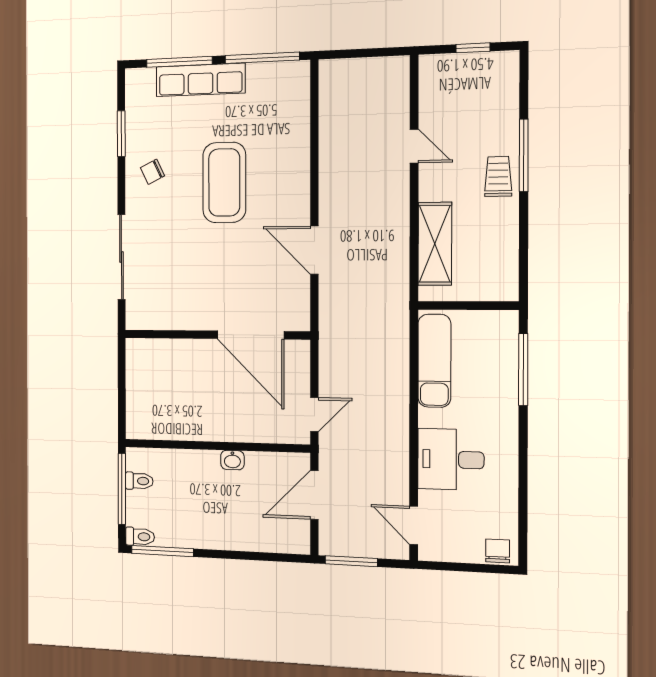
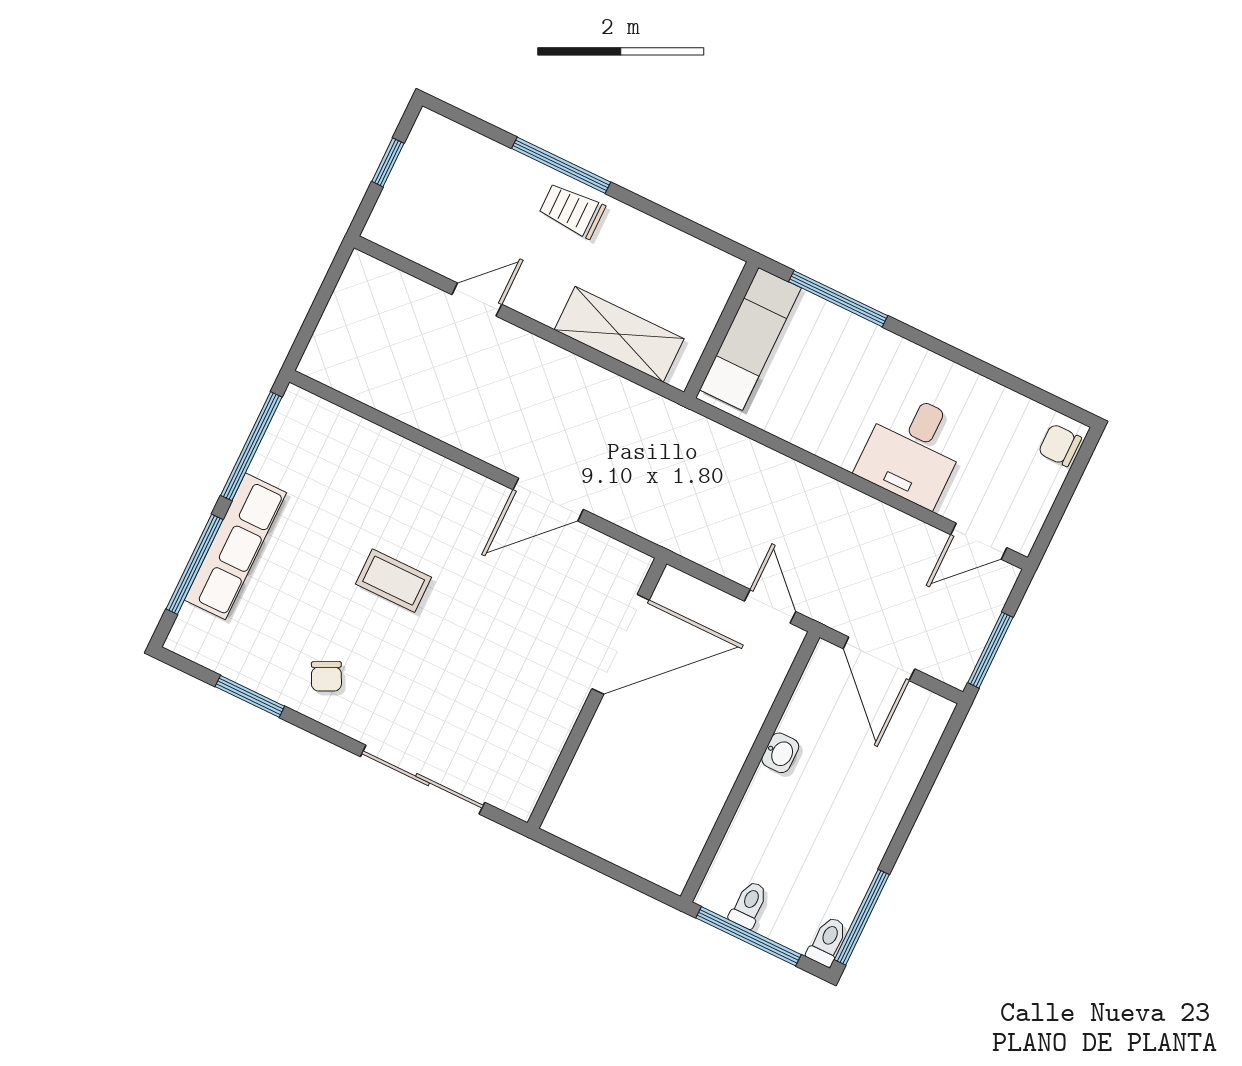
coffee table: (224, 182) -> (394, 581), width x0.54, depth x0.58
exam couch: (434, 361) -> (750, 339), moved, turned 90

